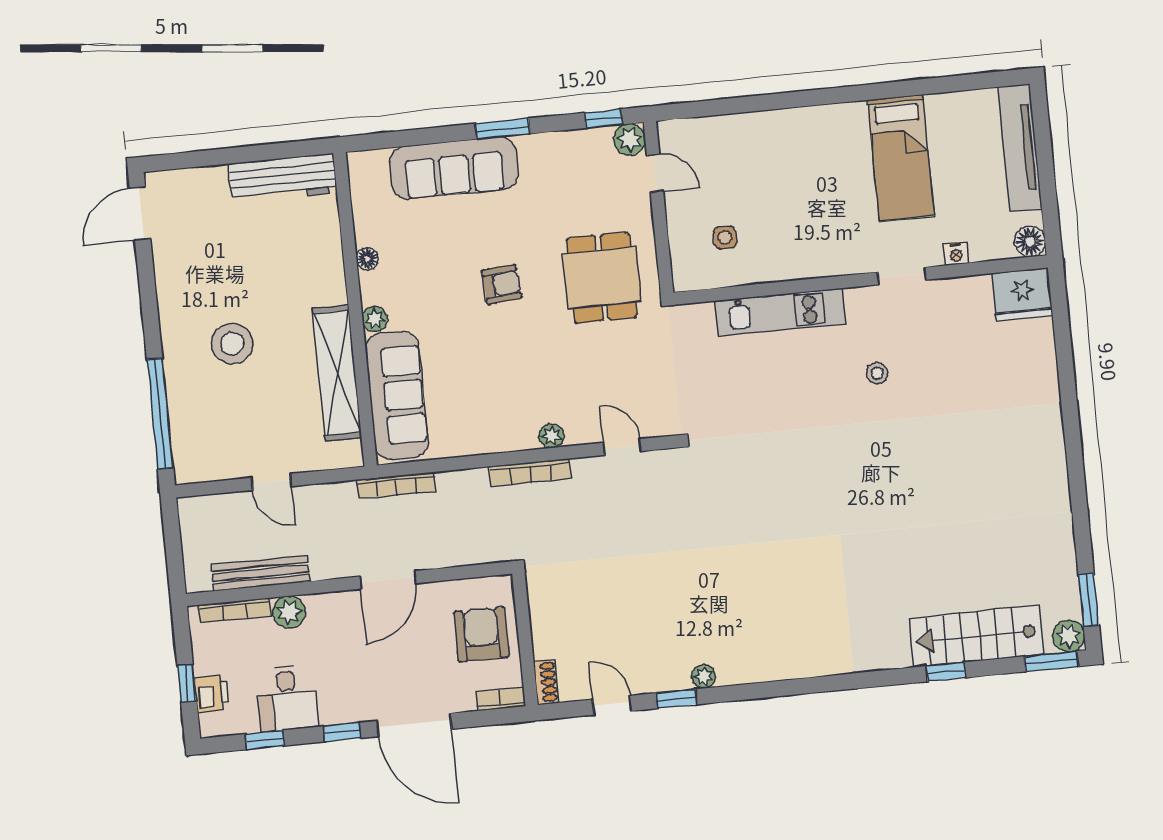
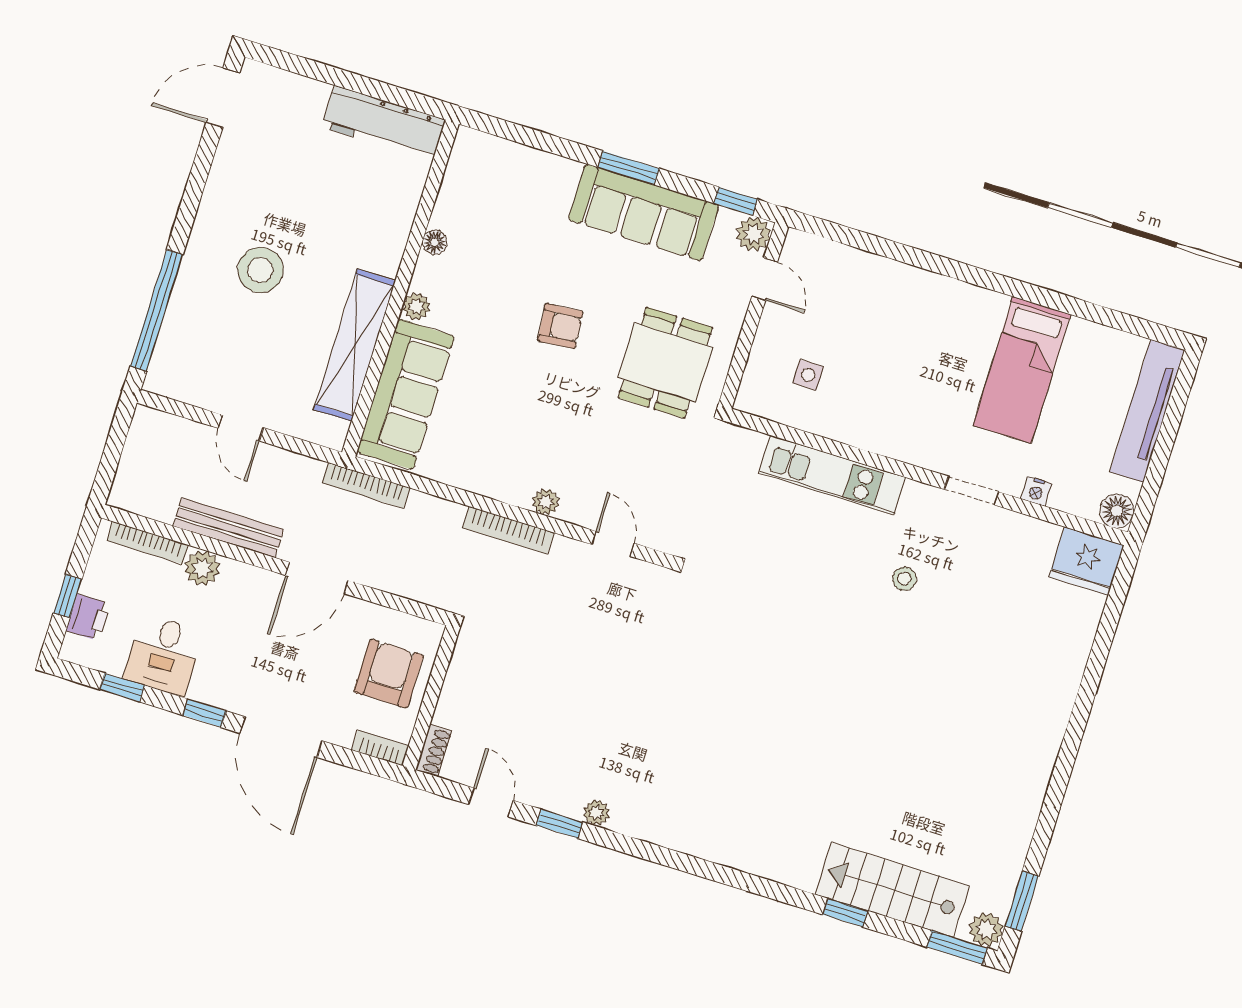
sofa: (454, 168) -> (644, 212), moved
bench: (260, 573) -> (229, 528), moved

